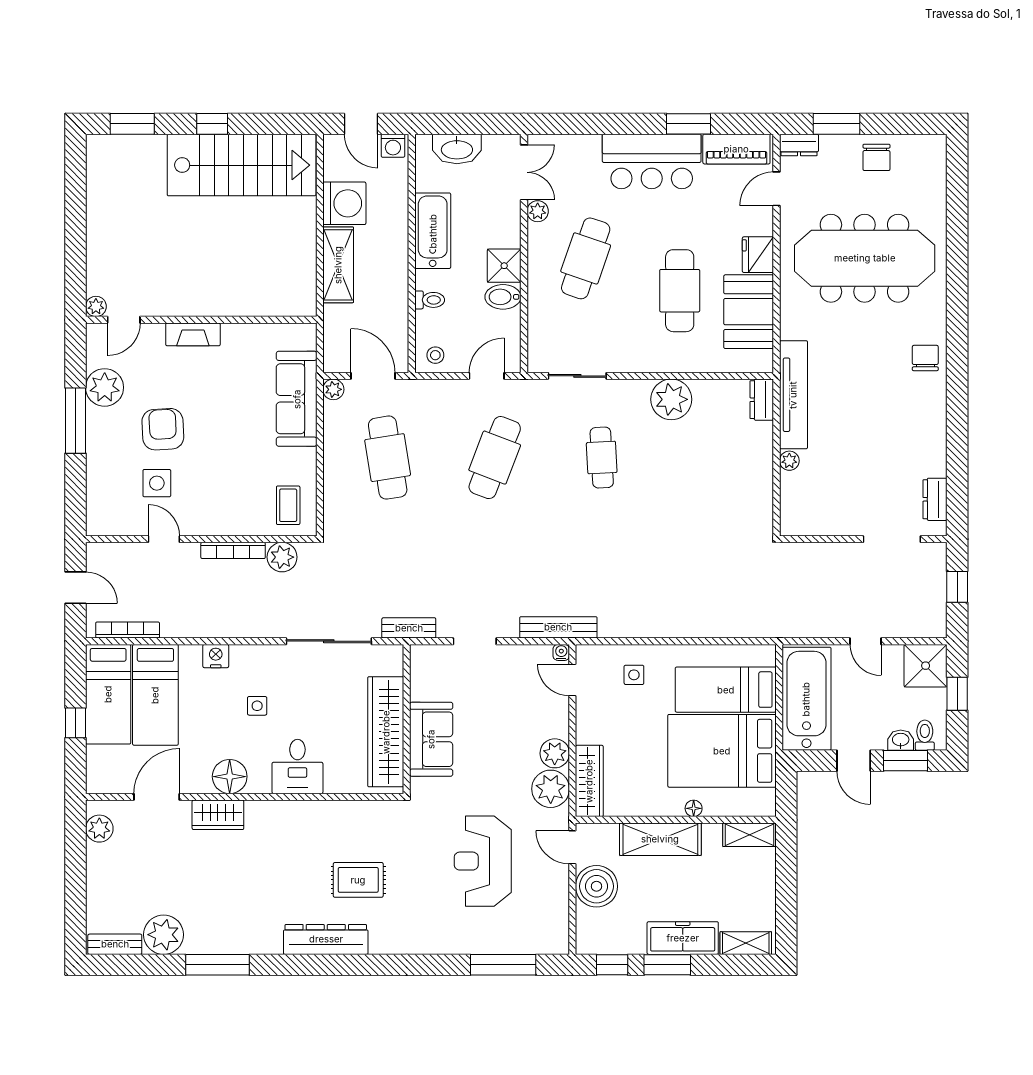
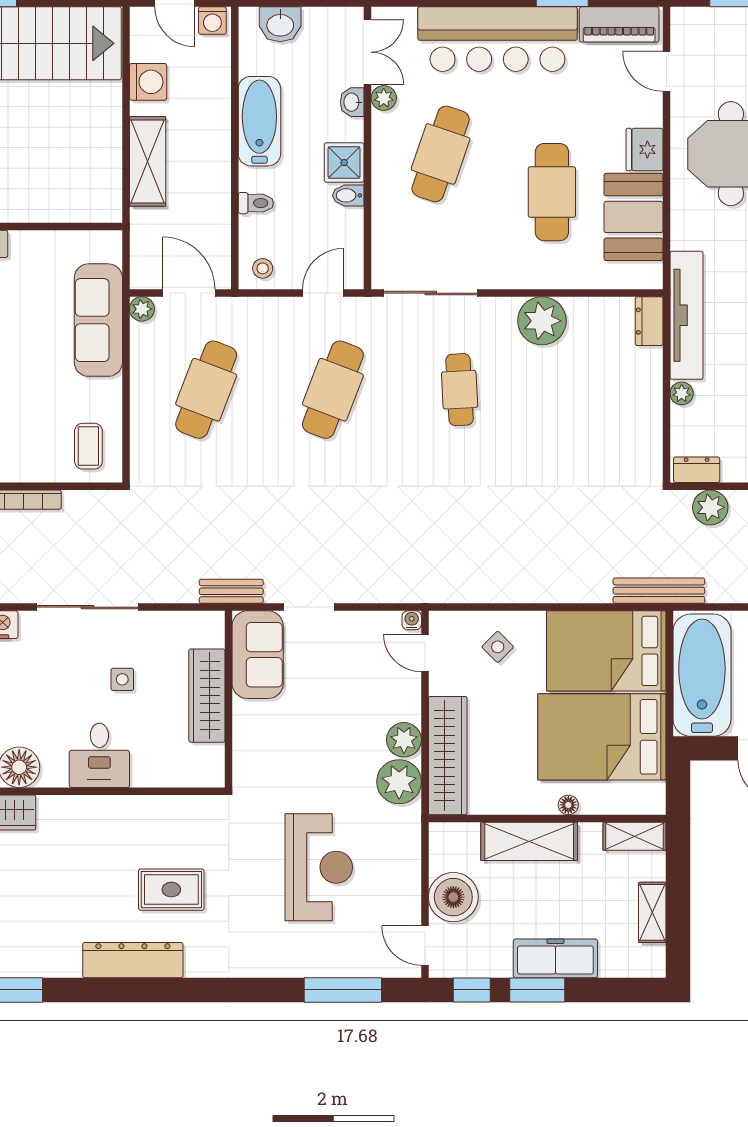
dresser: (799, 145) -> (697, 470), moved, turned 180
washbasin: (457, 149) -> (280, 24), width x0.72
bar counter: (652, 161) -> (497, 39), width x1.36
door: (777, 189) -> (666, 71), hinge flipped
washing machine: (344, 203) -> (148, 82), width x0.73, depth x0.73
washbasin: (511, 215) -> (352, 102), added
bidet: (503, 297) -> (348, 195), width x0.72, depth x0.74
sliding door: (577, 376) -> (431, 293), width x1.37
cafe table: (388, 458) -> (206, 390), turned 30
plant: (282, 557) -> (710, 507), moved
bench: (558, 627) -> (659, 591), moved
sliding door: (329, 641) -> (87, 607), moved
side table: (634, 675) -> (498, 647), turned 45
bed: (726, 690) -> (606, 651), width x1.50
side table: (257, 706) -> (122, 679), moved
wardrobe: (386, 732) -> (207, 696), width x0.71, depth x0.85
sofa: (431, 739) -> (258, 655), moved
wardrobe: (589, 781) -> (448, 756), width x1.40, depth x1.17
door: (572, 847) -> (425, 946), moved
reception desk: (483, 861) -> (319, 867), turned 180
shelving: (746, 943) -> (652, 912), moved, turned 90

